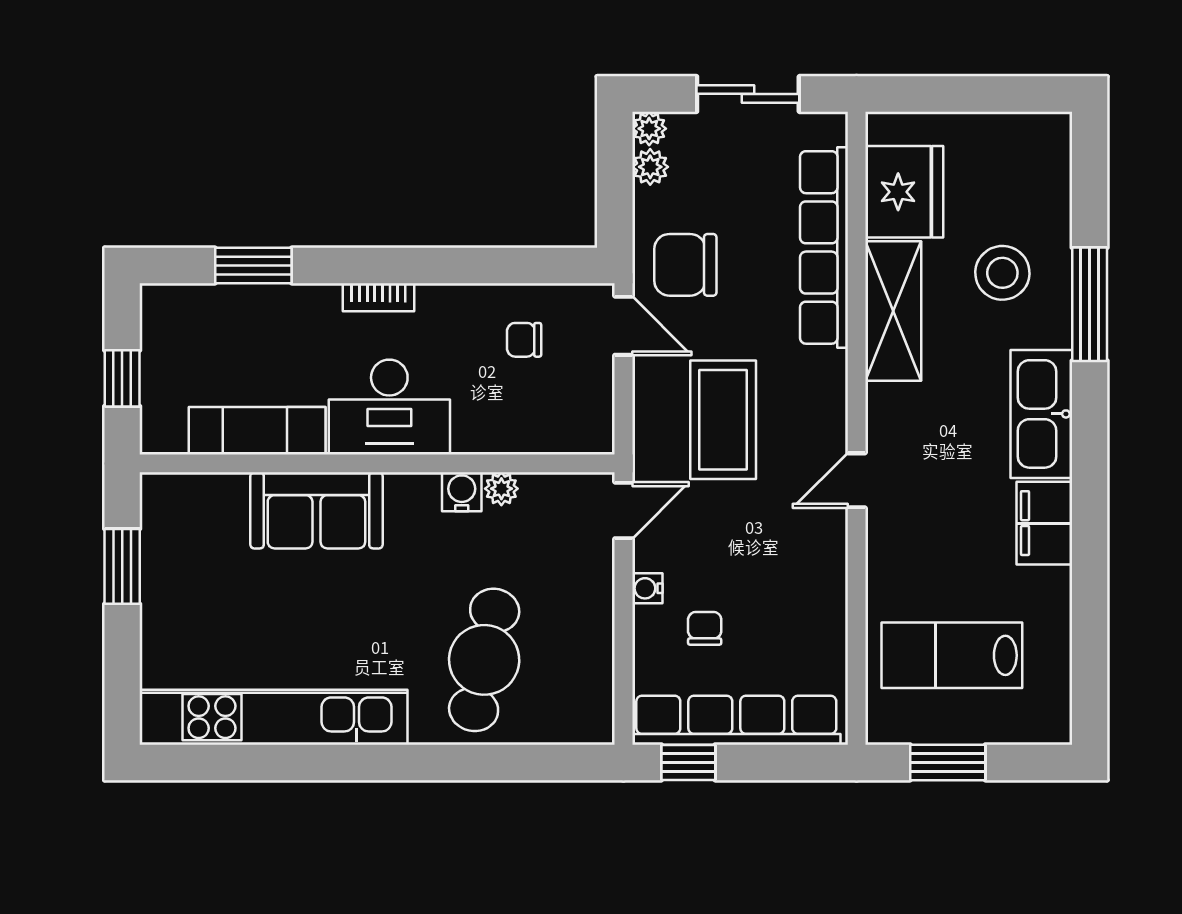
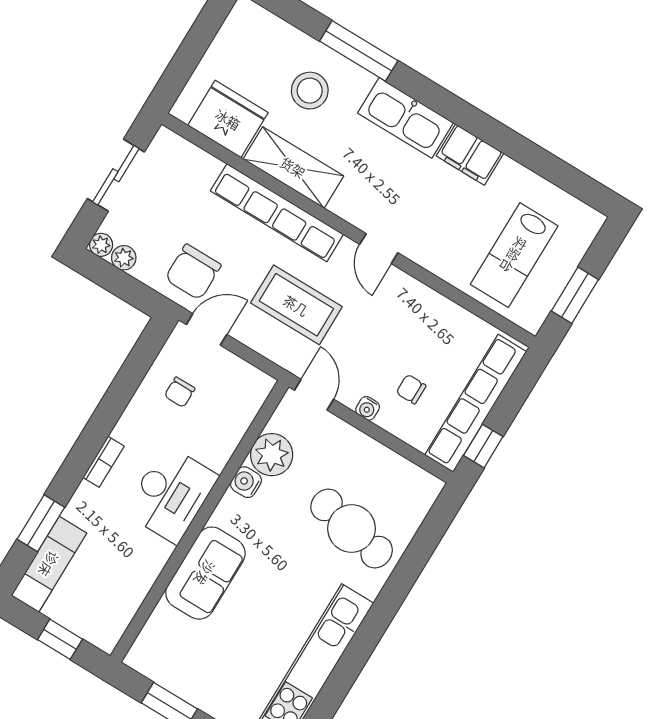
row of seats: (824, 247) -> (277, 213), moved
exam couch: (257, 431) -> (49, 564), moved, turned 180
plant: (501, 489) -> (272, 455), width x1.88, depth x1.88

